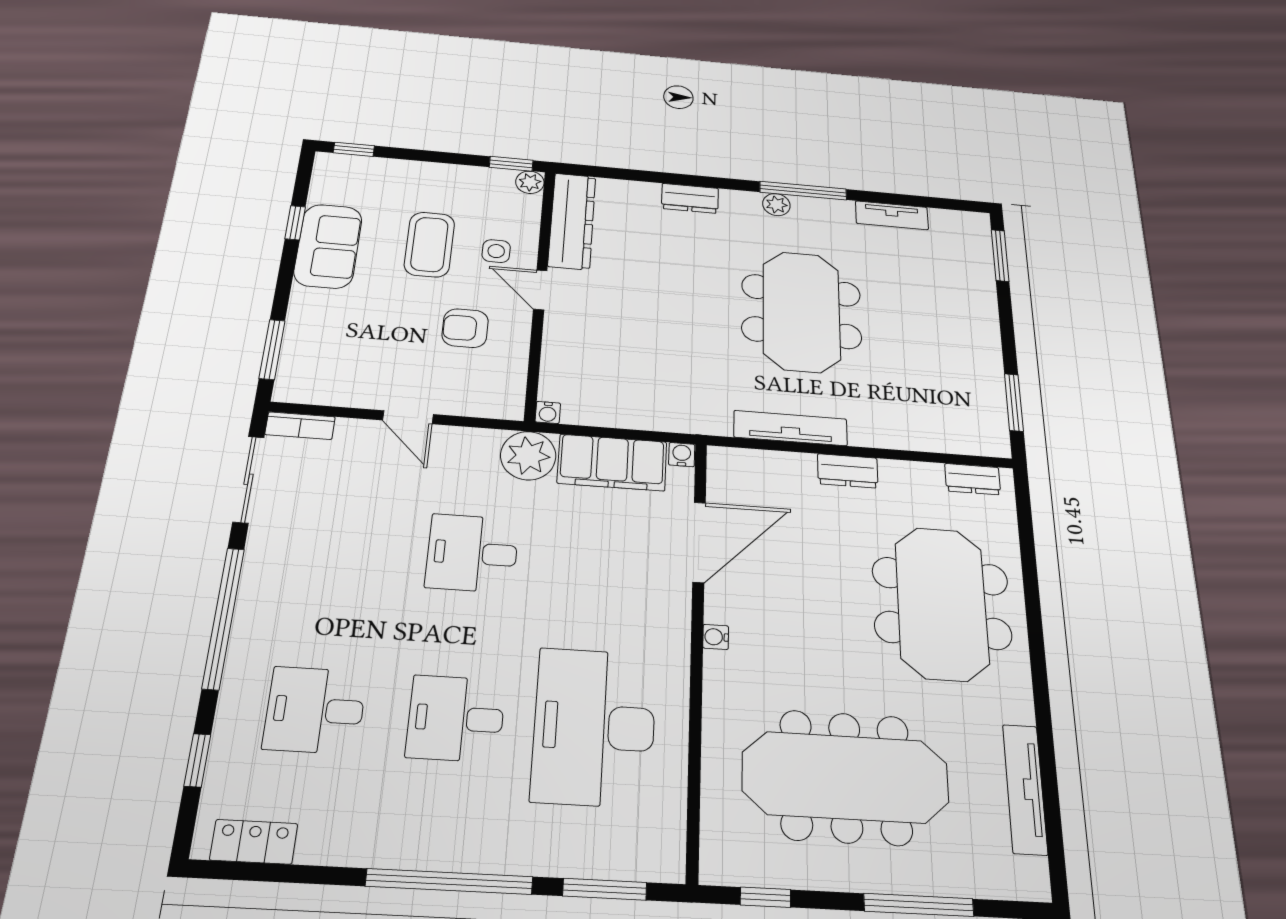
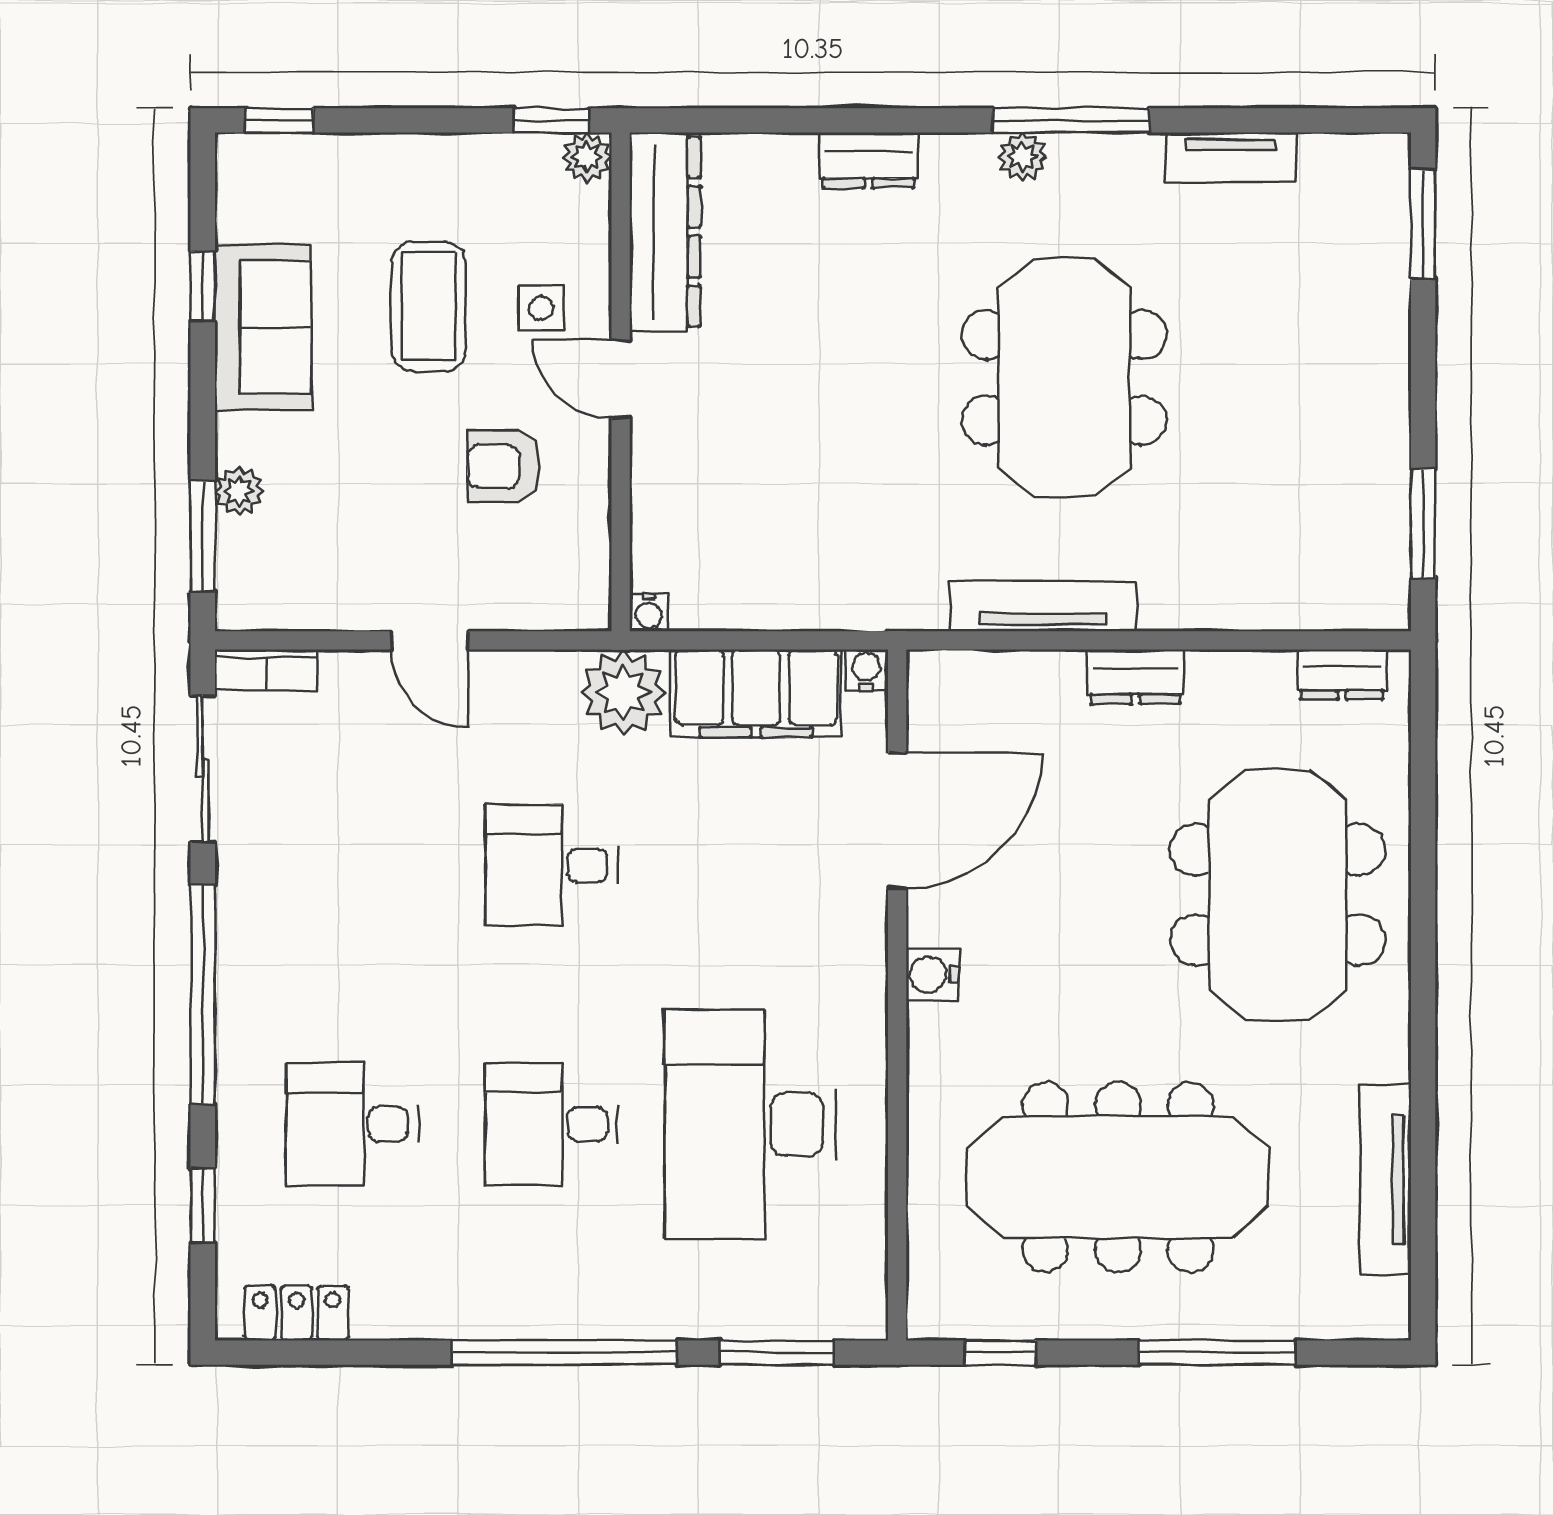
plant: (299, 328) -> (239, 491), added
water cooler: (716, 637) -> (932, 975), width x1.38, depth x1.38

